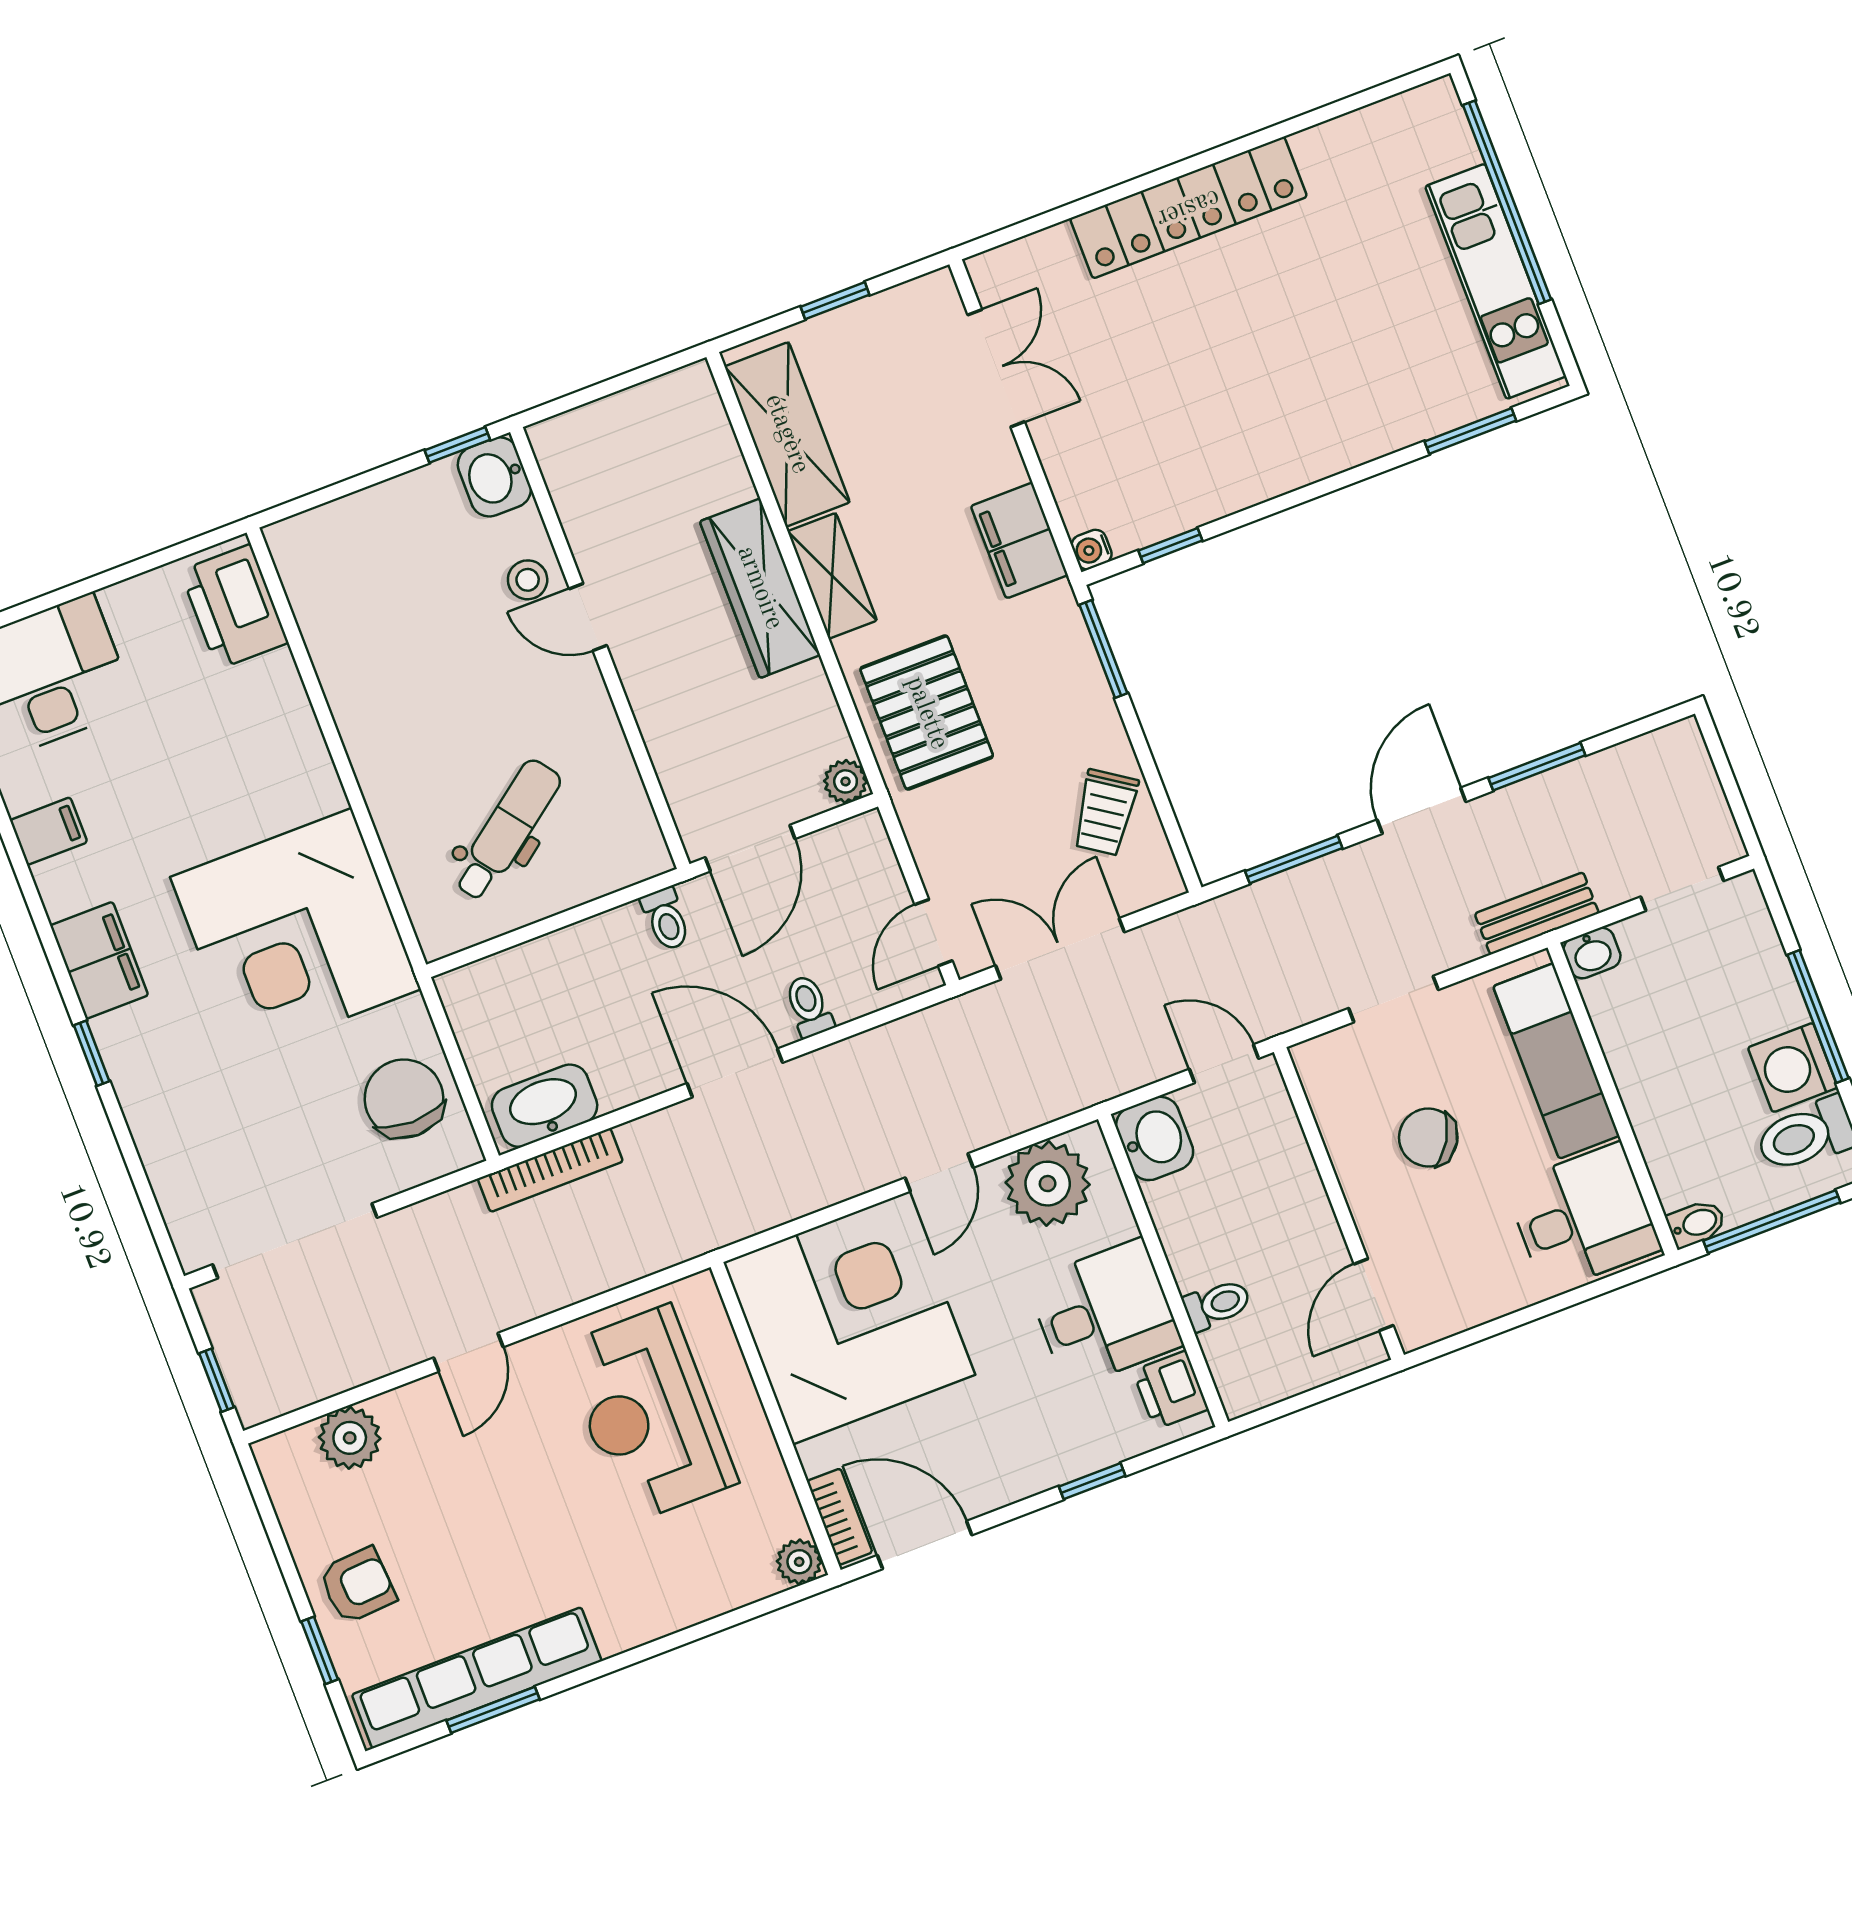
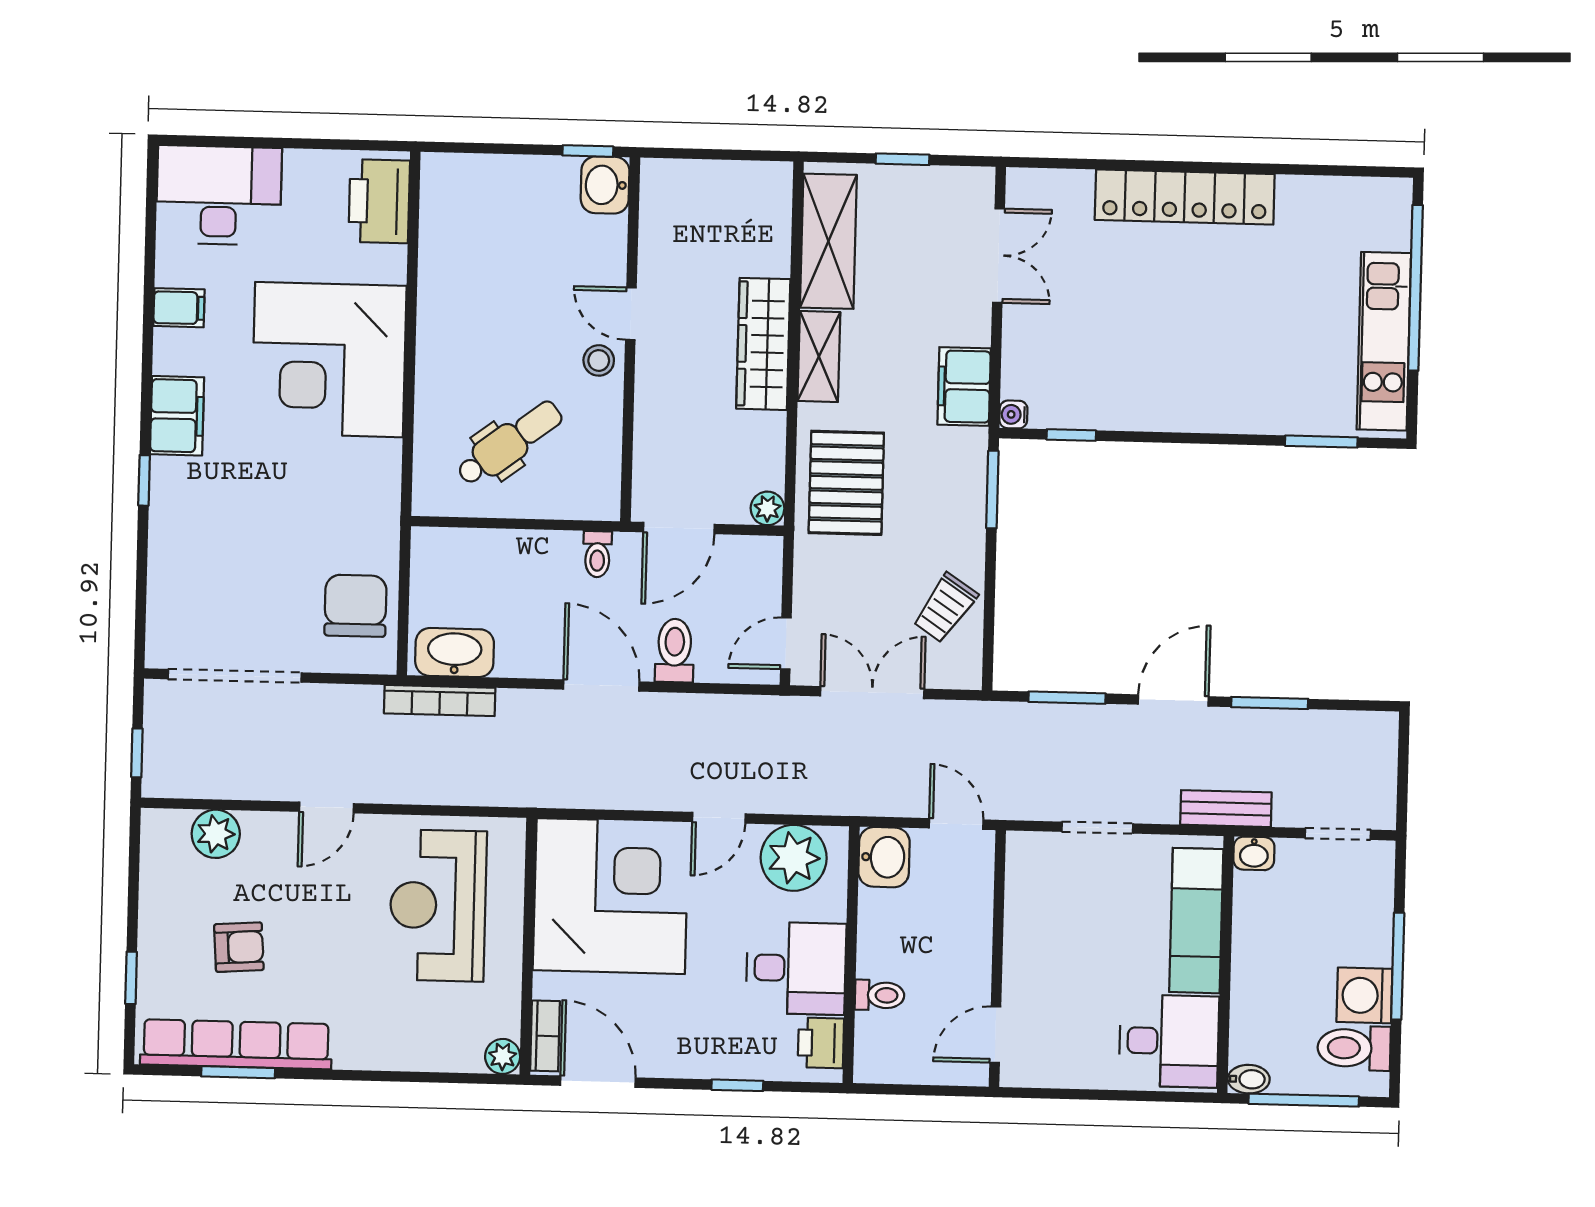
stool: (528, 580) -> (599, 360), moved
corner desk: (296, 933) -> (329, 360), moved
toilet: (809, 1006) -> (675, 651), width x1.37, depth x1.39
chair: (1428, 1138) -> (1081, 938), removed
armchair: (358, 1585) -> (239, 947), moved

